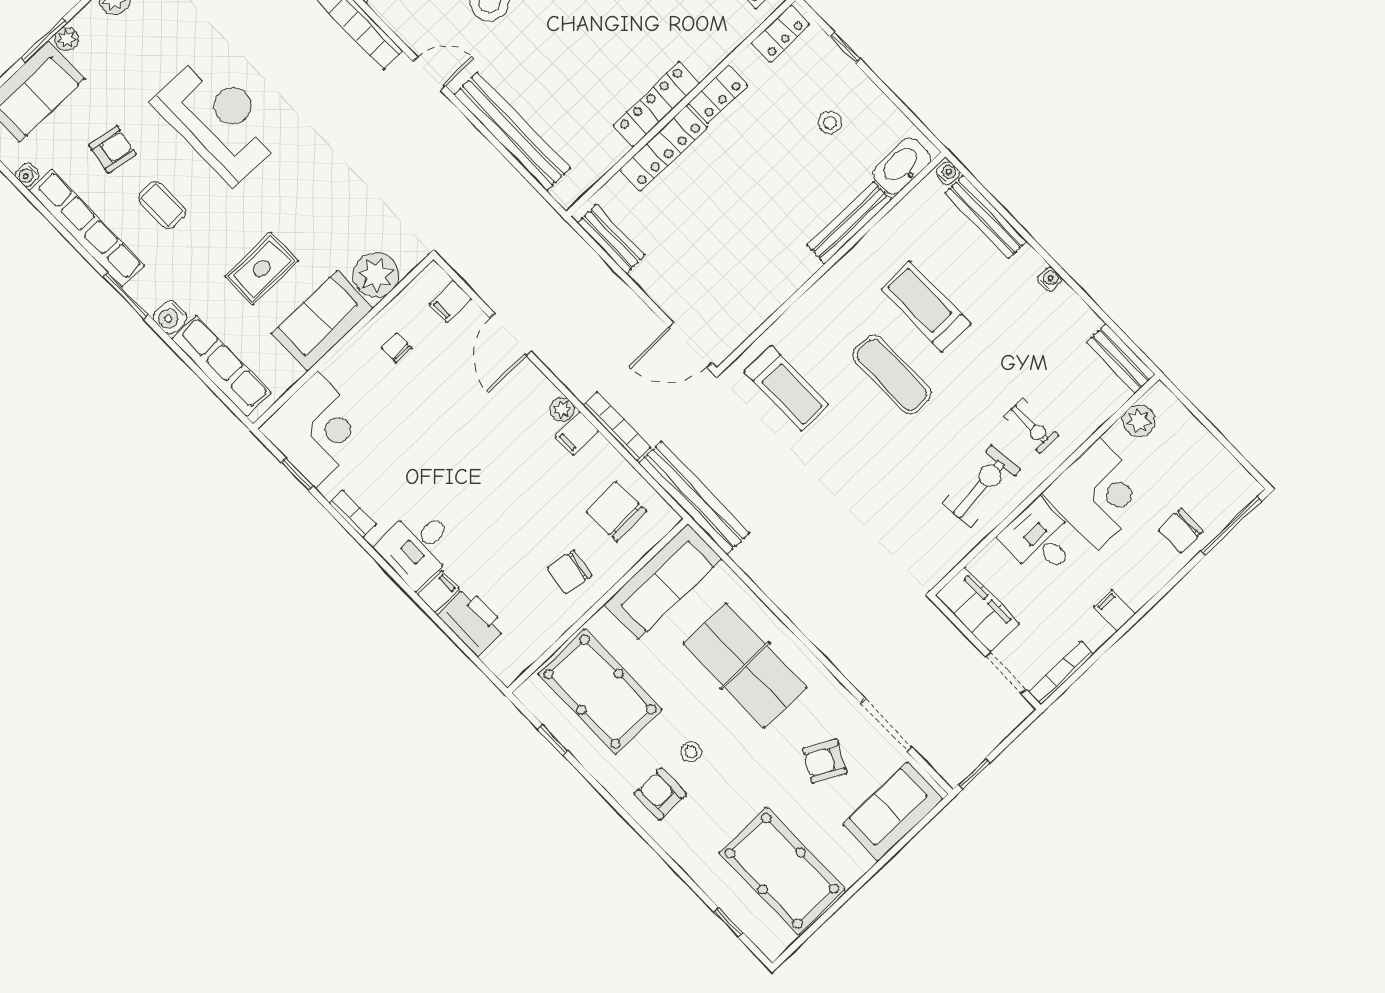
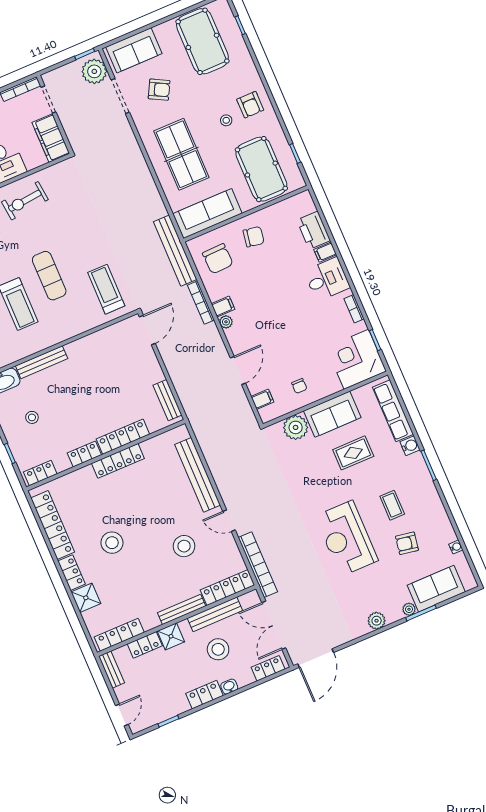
row of seats: (87, 228) -> (436, 508), removed
door: (690, 345) -> (147, 330), hinge flipped
plant: (946, 750) -> (94, 71), added

